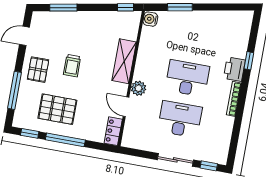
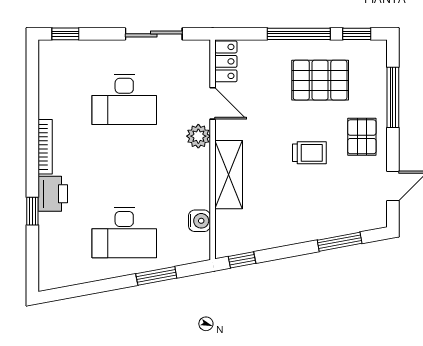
water cooler: (150, 19) -> (199, 221), moved
trolley: (72, 66) -> (309, 153), turned 90
desk: (187, 78) -> (124, 233), moved
sliding door: (175, 160) -> (154, 34), moved

